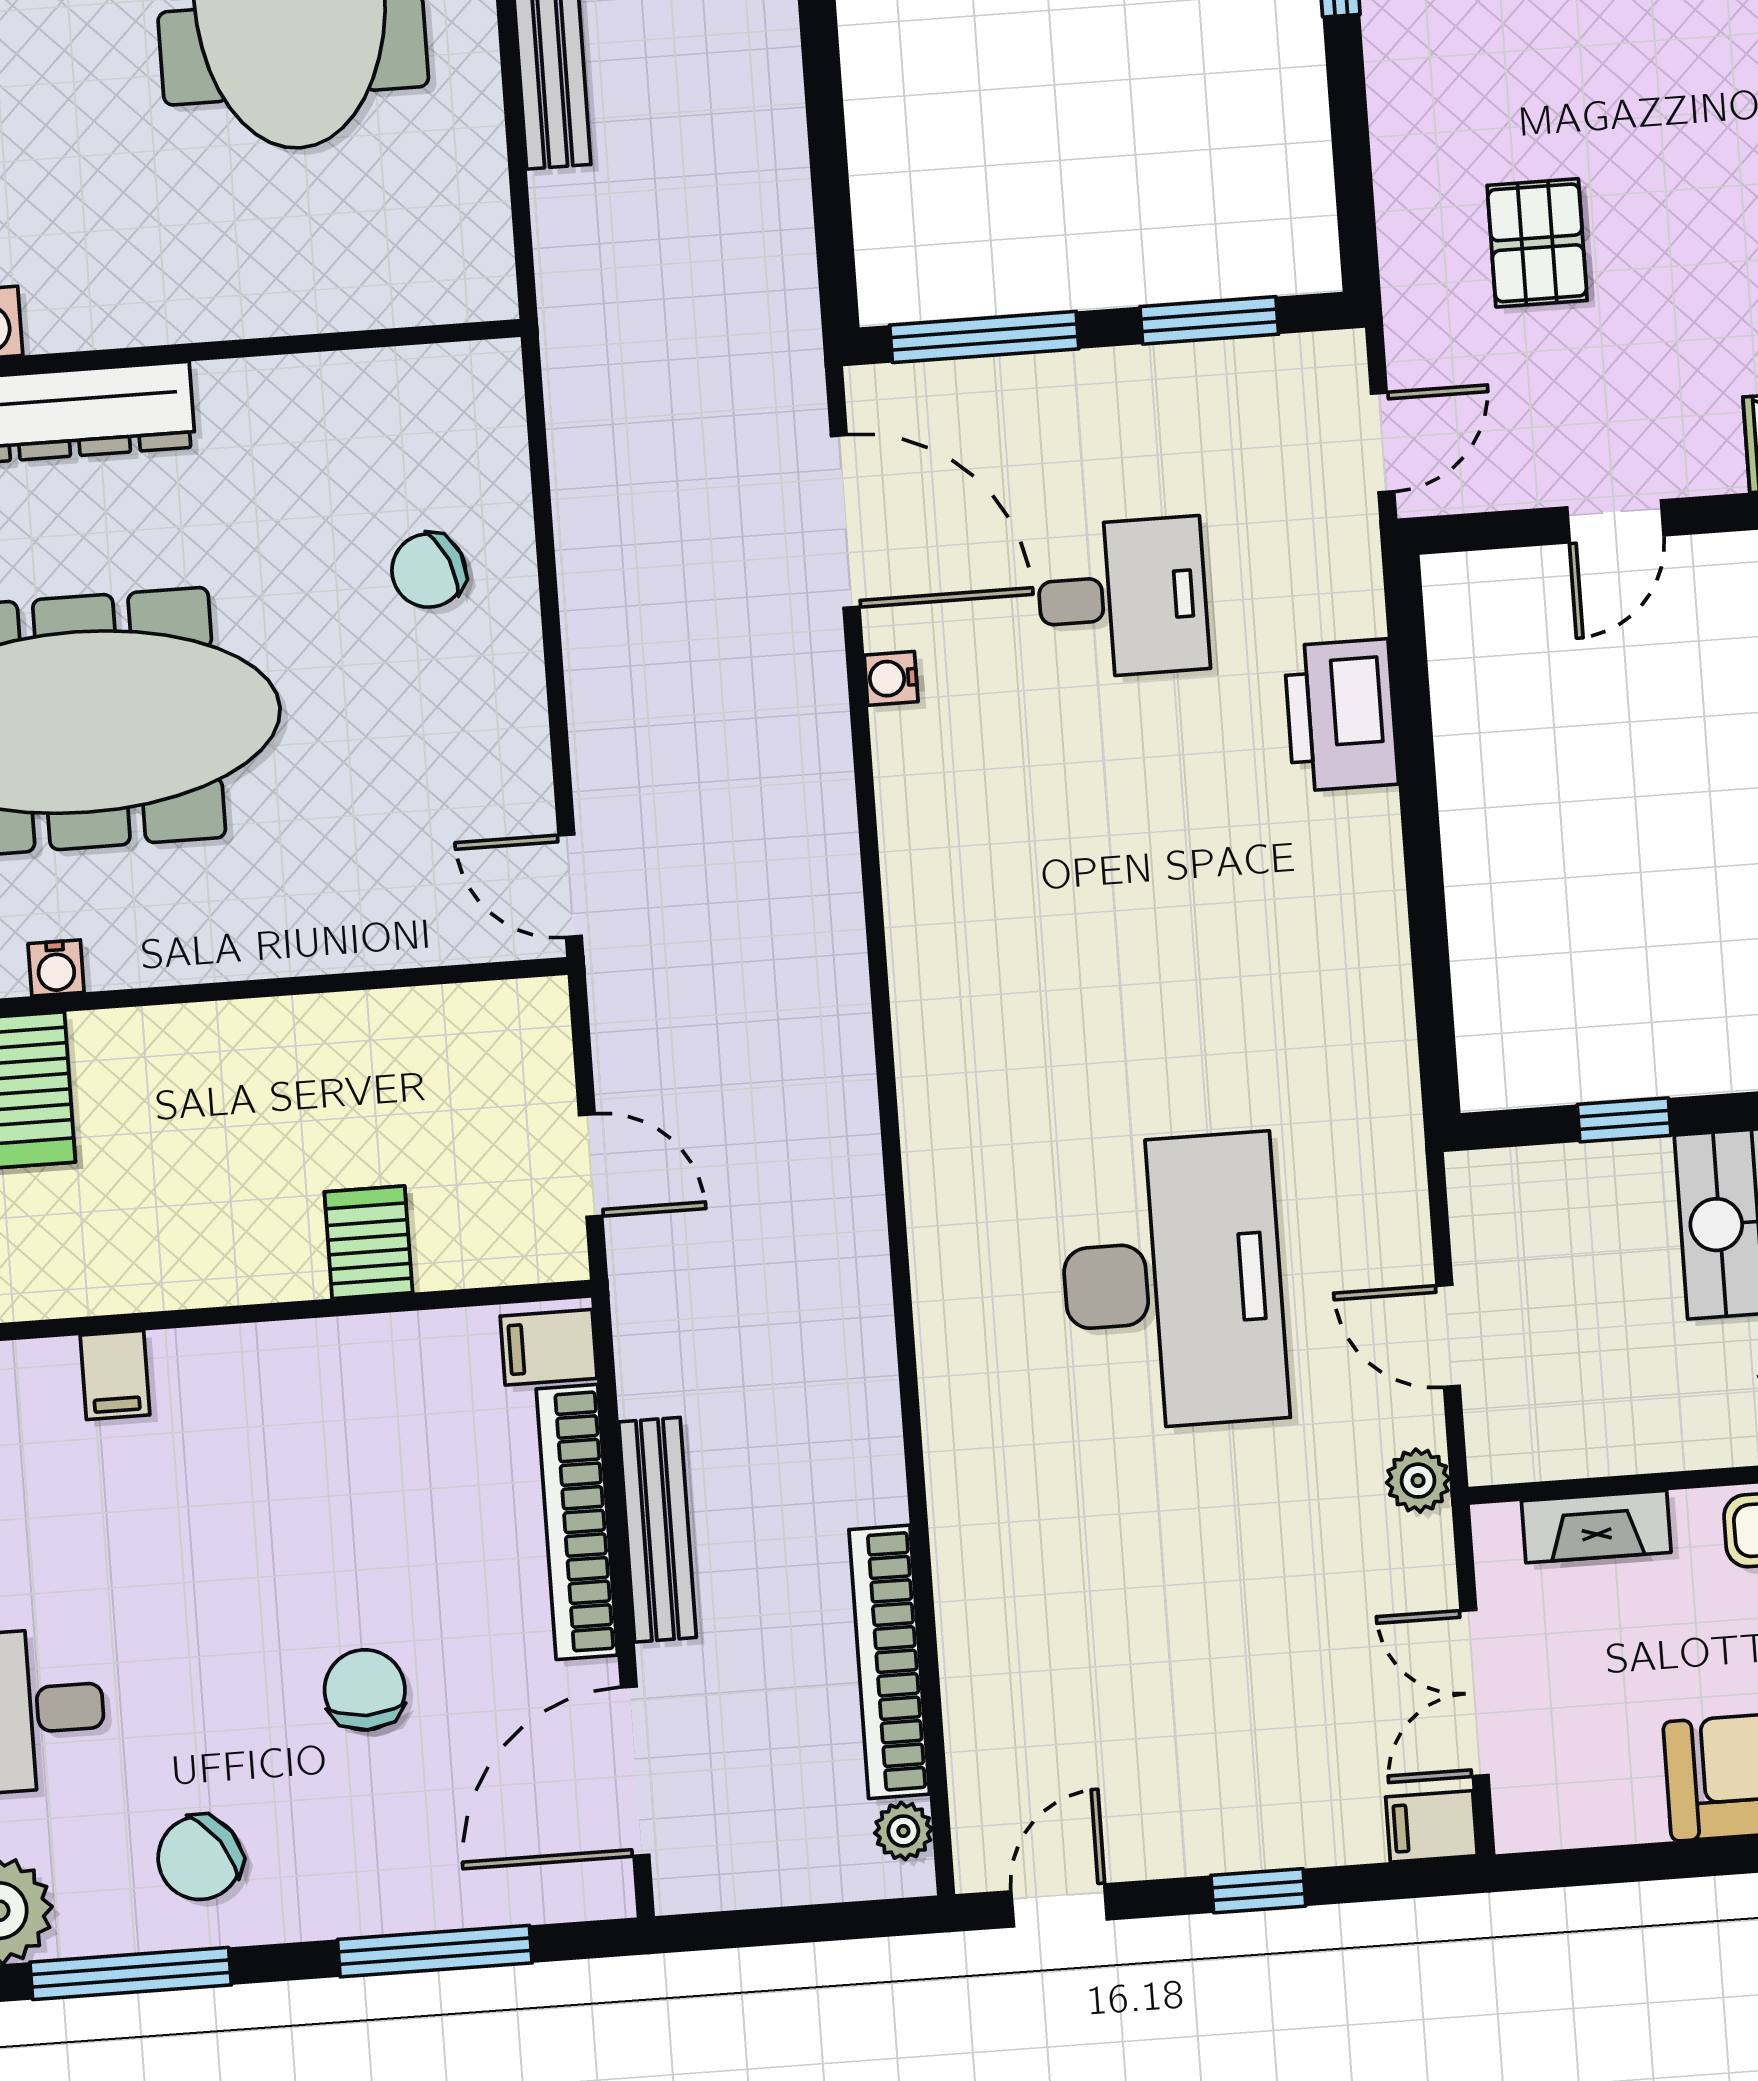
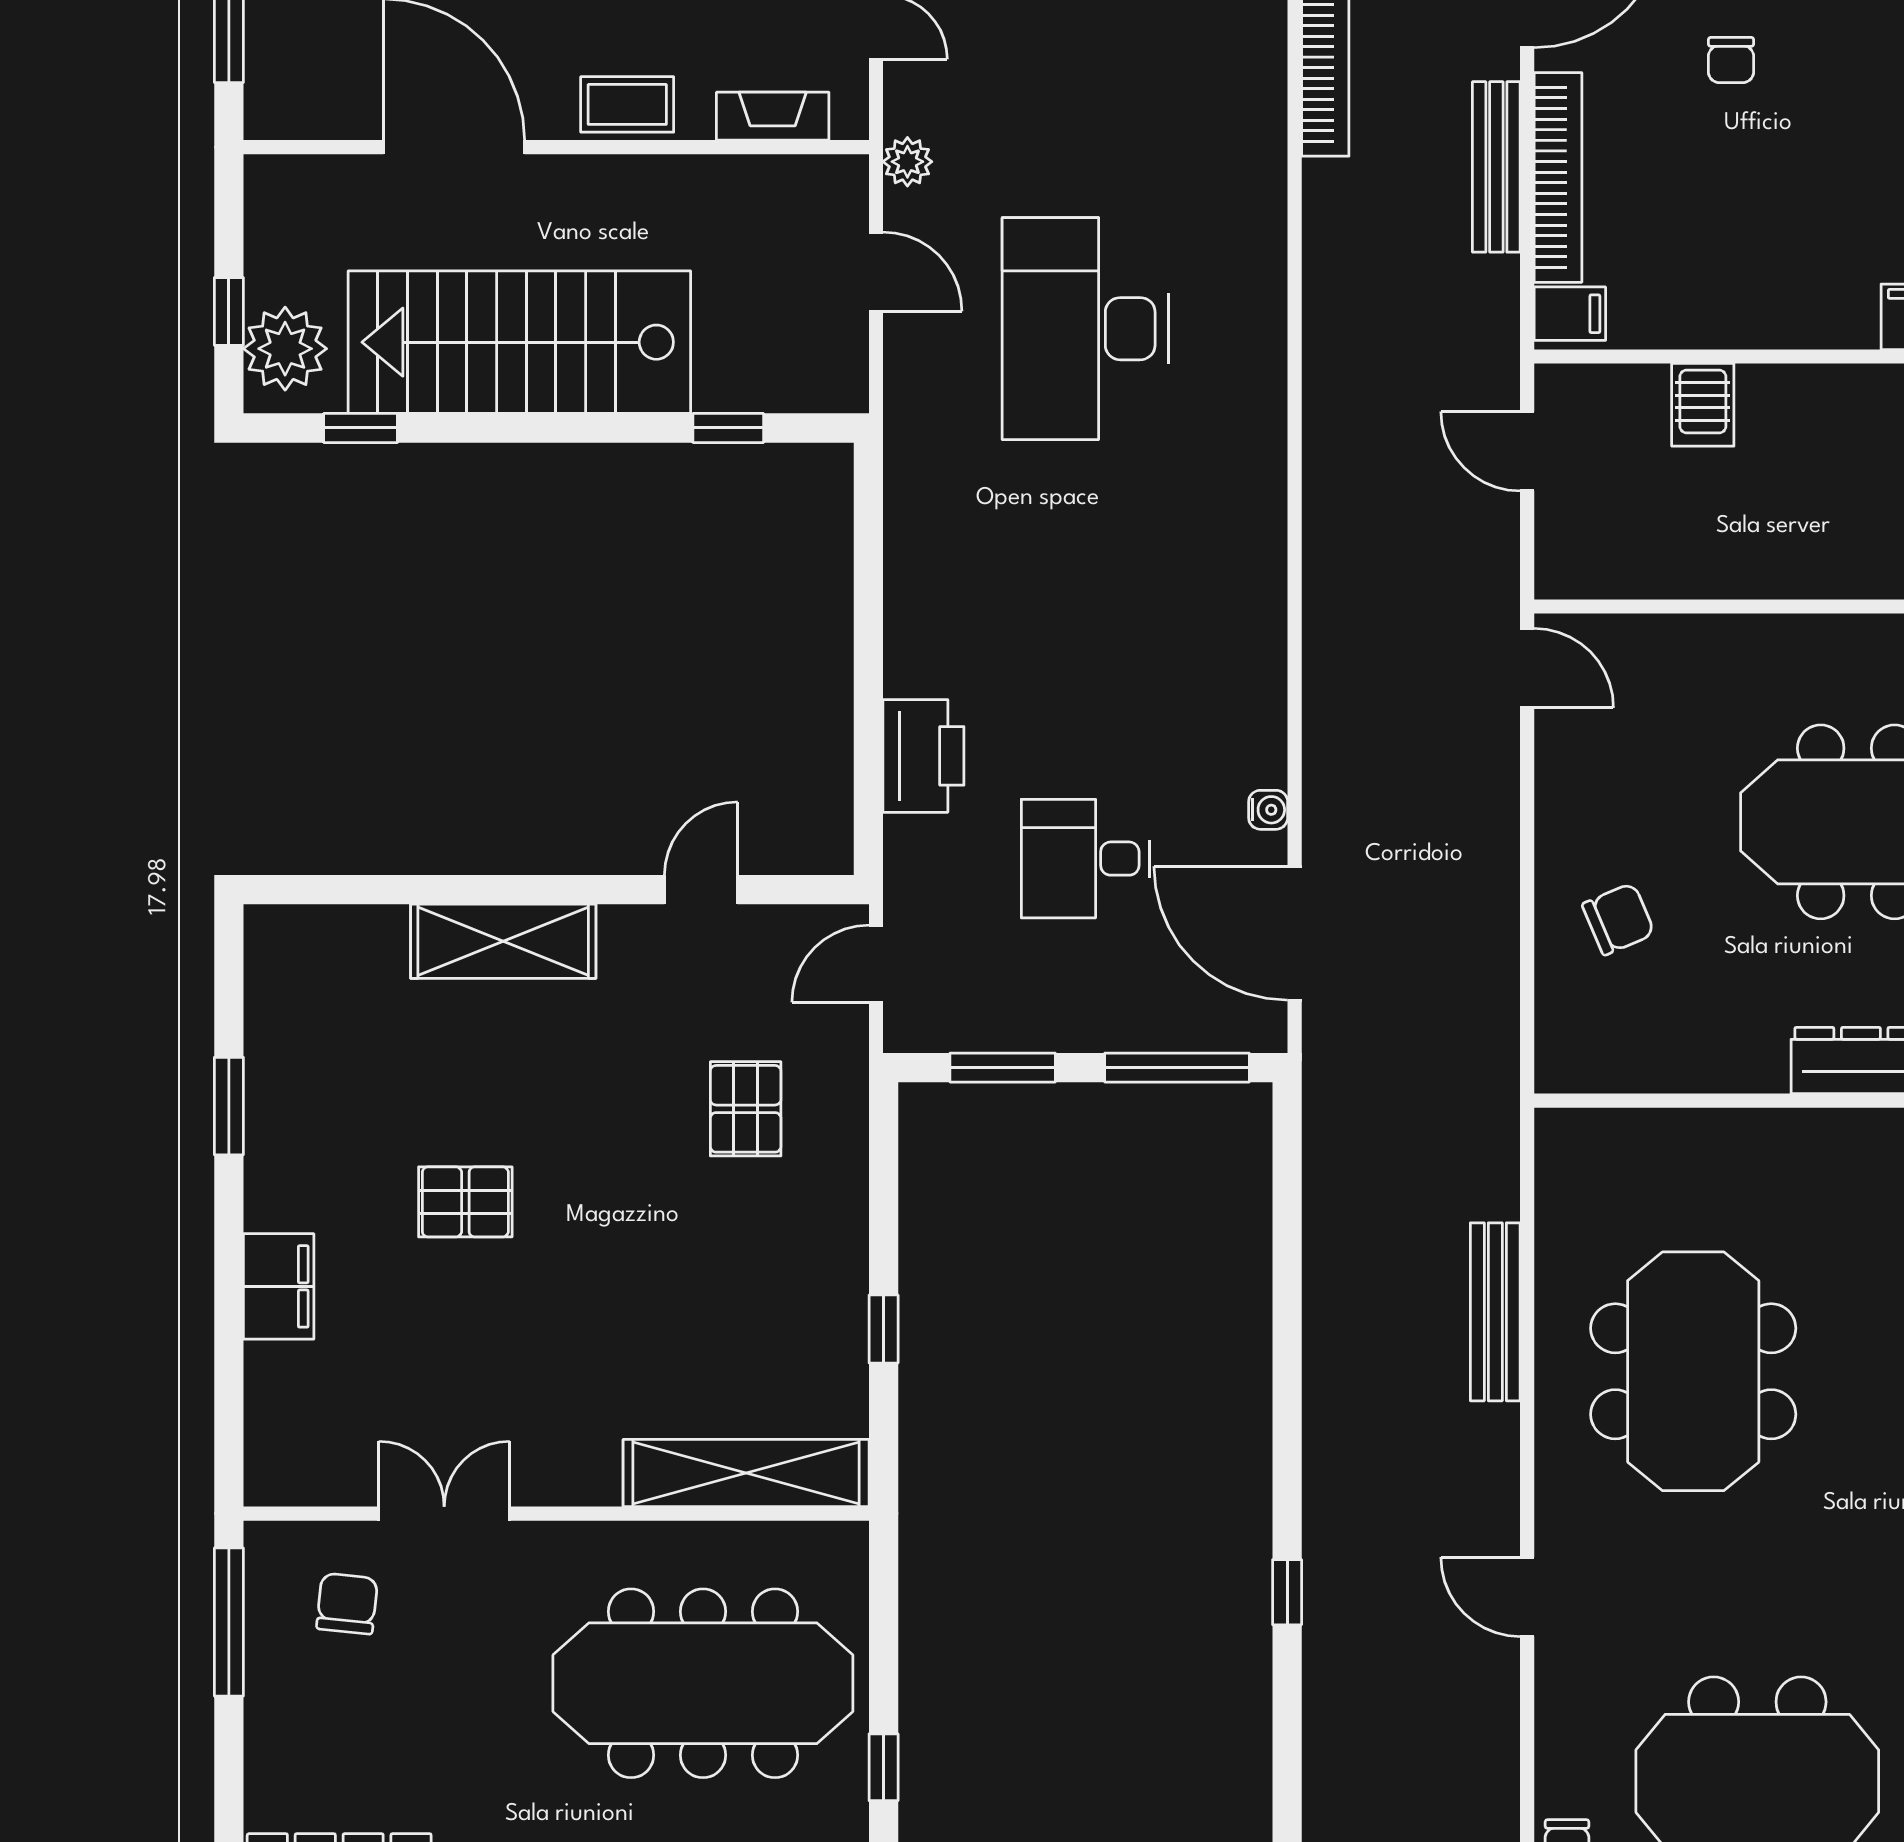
chair: (365, 1690) -> (1731, 60), width x0.73, depth x0.73

